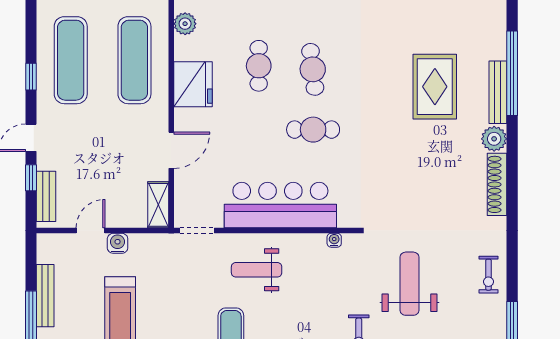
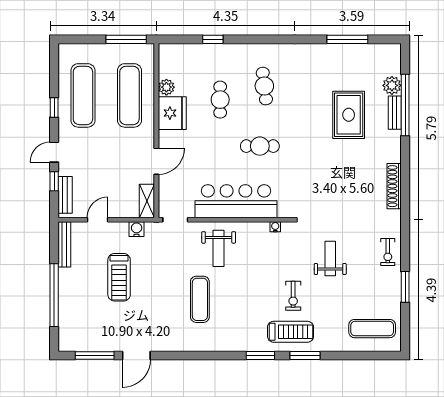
plant: (185, 24) -> (166, 87), moved
cafe table: (313, 69) -> (264, 86), moved
bench: (498, 92) -> (395, 113), width x0.73
plant: (494, 139) -> (392, 85), moved
water cooler: (118, 243) -> (137, 229), moved
weight bench: (257, 270) -> (219, 248), turned -90
weight bench: (409, 284) -> (330, 259), width x0.73, depth x0.75
bench: (45, 296) -> (64, 244), moved

